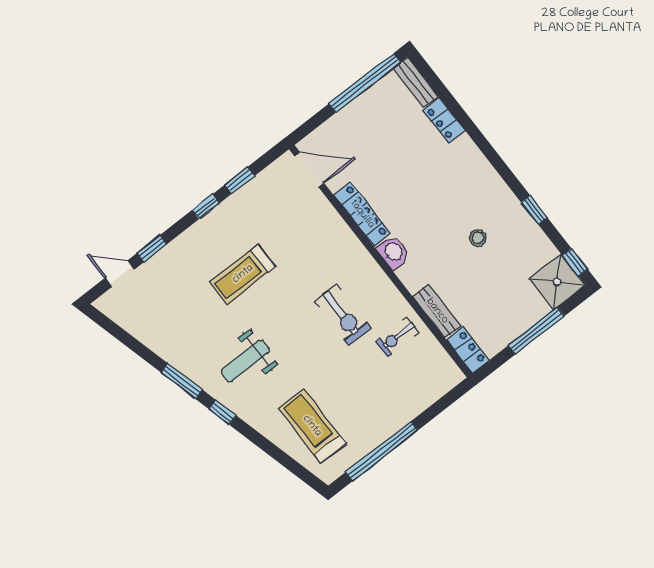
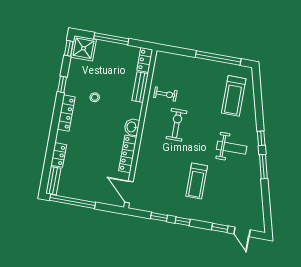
locker: (491, 181) -> (66, 113), added
treadmill: (243, 274) -> (197, 181), turned 90

